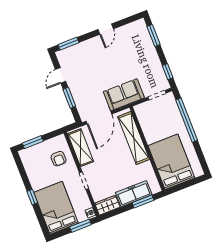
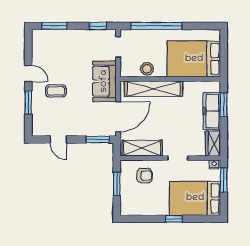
window: (68, 44) -> (28, 103), moved
coffee table: (100, 58) -> (56, 91), added
window: (69, 98) -> (98, 140), moved
door: (99, 118) -> (118, 117), hinge flipped
stool: (148, 126) -> (147, 69), added
window: (33, 142) -> (117, 184), moved

